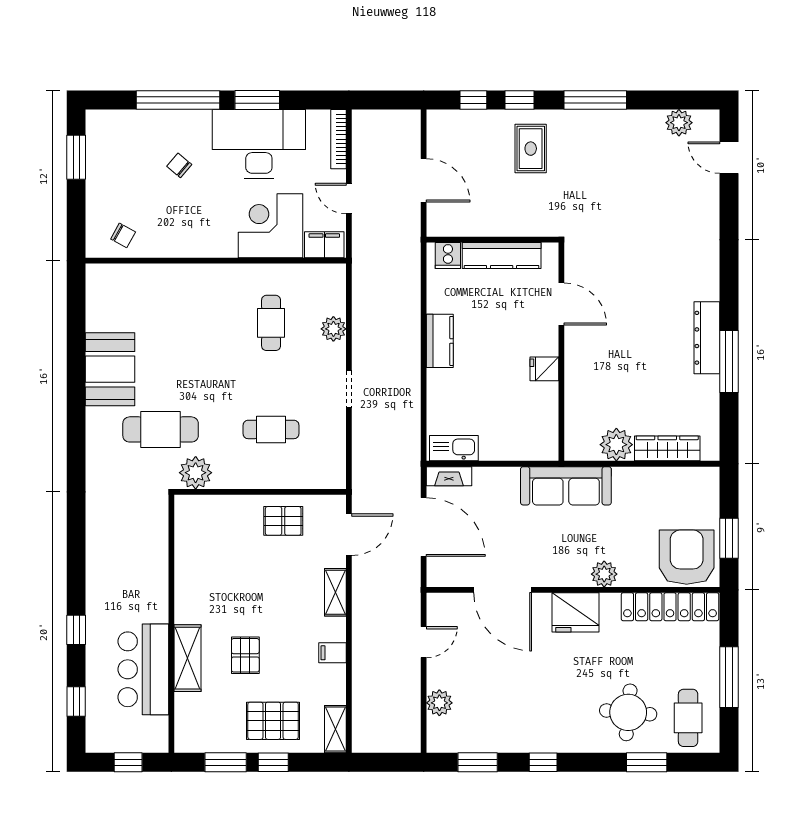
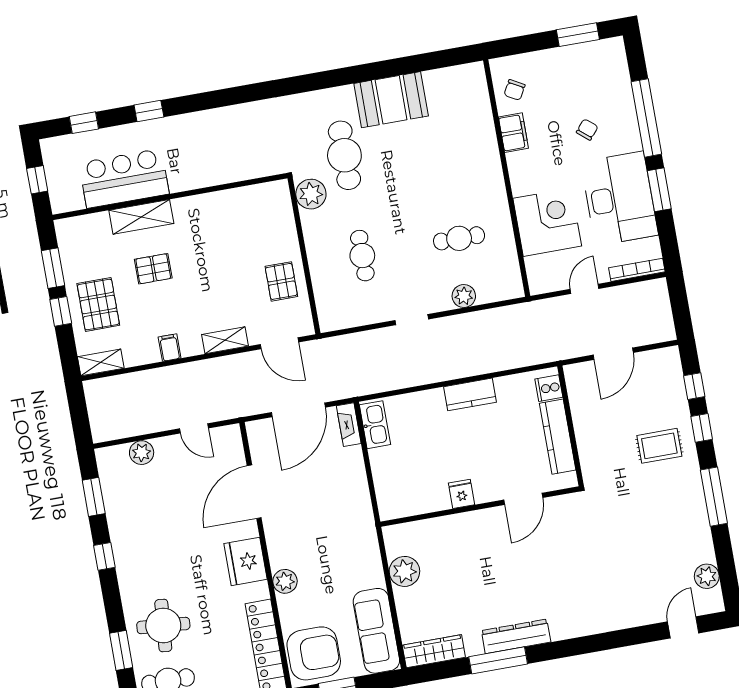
filing cabinet: (324, 245) -> (513, 133), moved
wardrobe: (667, 448) -> (434, 651), moved, turned -90
sofa: (566, 486) -> (376, 631), moved

